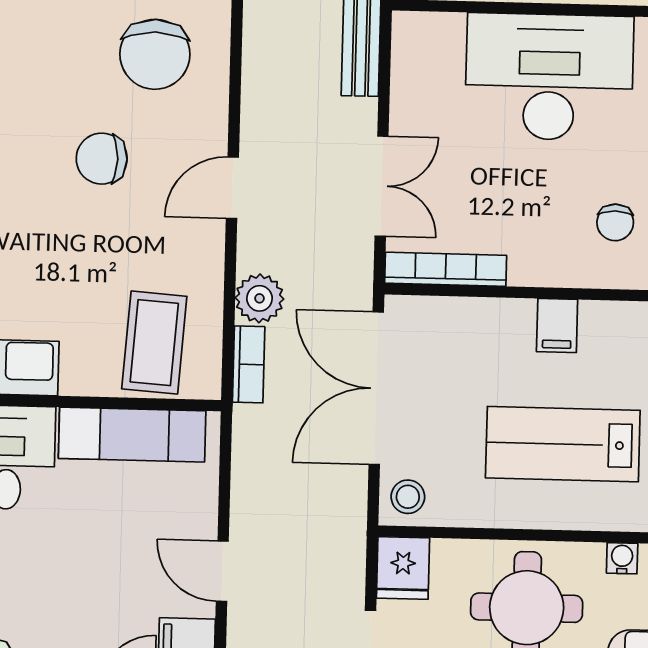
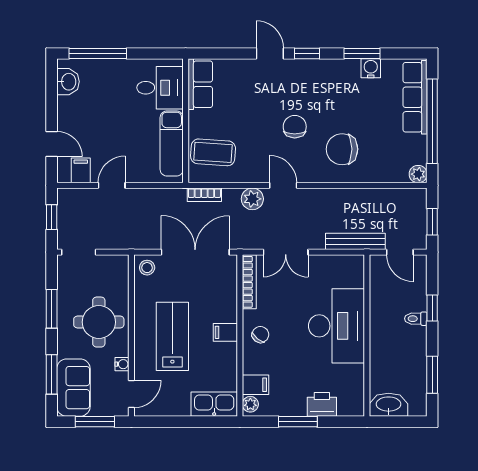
chair: (615, 222) -> (260, 335), moved, turned 130
plant: (259, 298) -> (252, 199), moved
fridge: (403, 568) -> (115, 266), removed

